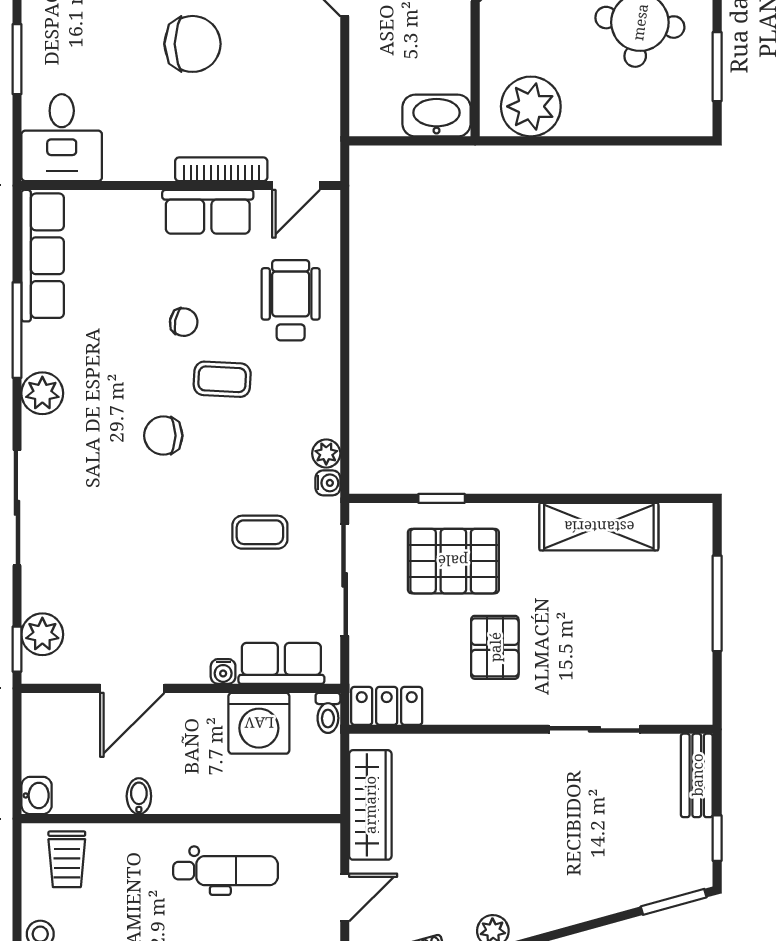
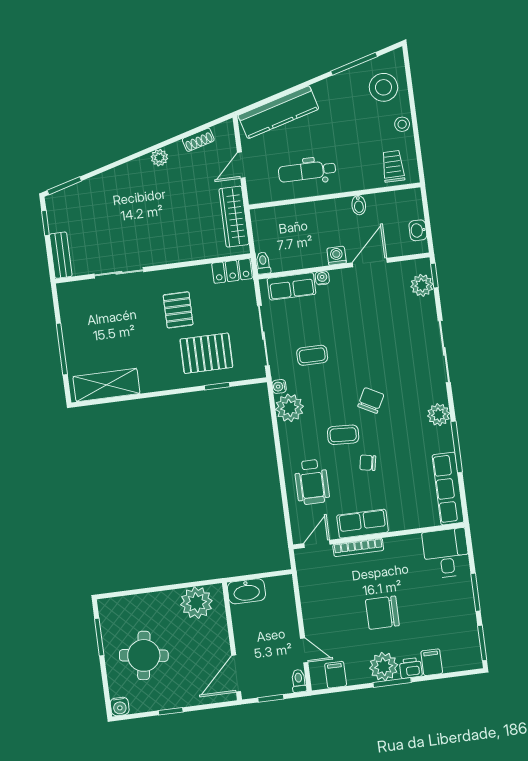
chair: (163, 436) -> (371, 400), turned -62
plant: (326, 453) -> (290, 408), width x1.88, depth x1.88
shelving: (599, 527) -> (106, 385), moved
washing machine: (259, 723) -> (337, 256), moved, width x0.53, depth x0.53
washbasin: (37, 795) -> (418, 230), moved

